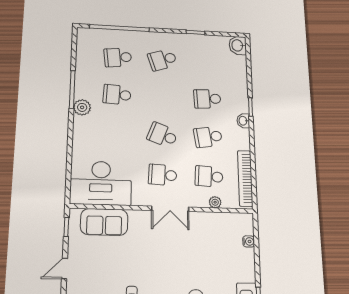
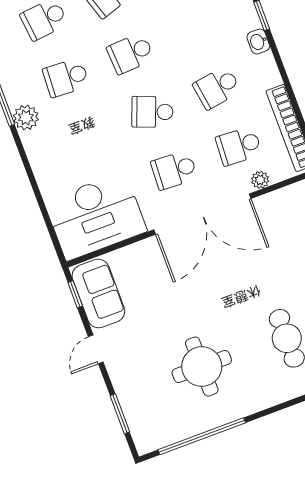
school desk: (207, 99) -> (130, 53), moved
double door: (170, 209) -> (202, 214), width x1.87
sofa: (104, 222) -> (98, 294), moved, turned -90

